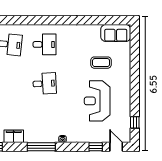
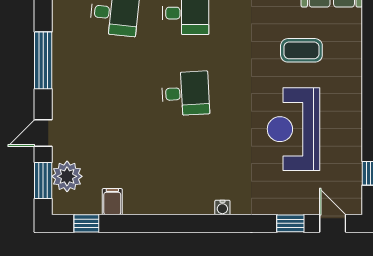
filing cabinet: (14, 136) -> (112, 202), width x0.50
window: (41, 147) -> (179, 223), removed

